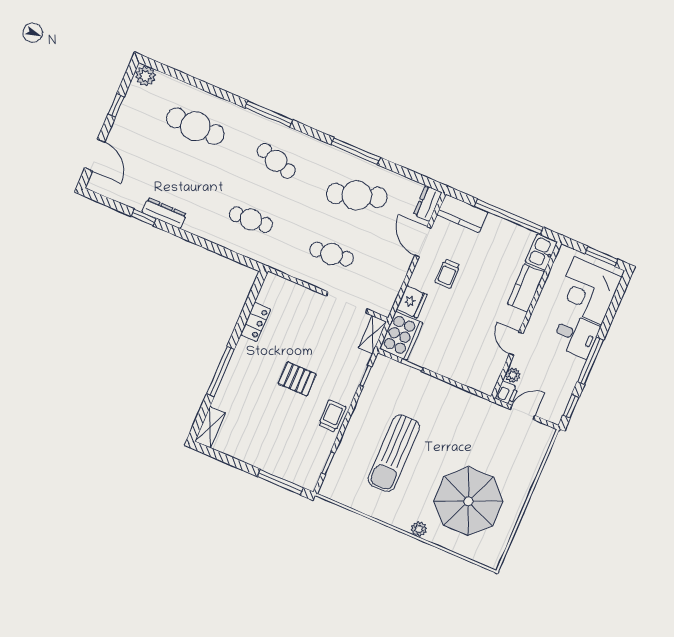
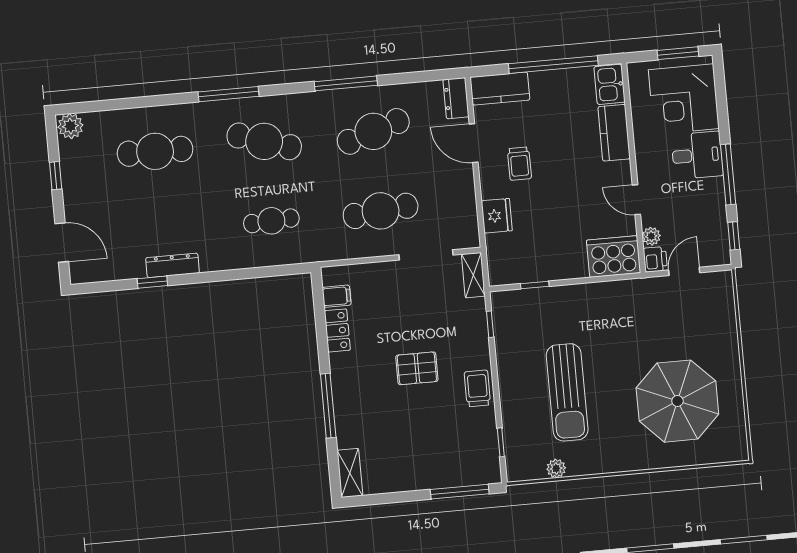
cafe table: (276, 161) -> (264, 141), width x1.37, depth x1.35
cafe table: (332, 254) -> (381, 211), width x1.37, depth x1.35
filing cabinet: (268, 297) -> (337, 296), added
cooker: (401, 336) -> (614, 257), moved, turned -90
plant: (419, 529) -> (556, 468), moved

